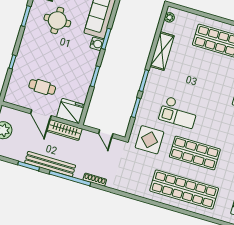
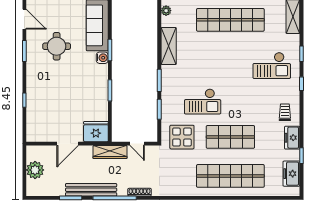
cafe table: (42, 87) -> (61, 116), removed
door: (41, 115) -> (68, 144), hinge flipped
wardrobe: (65, 130) -> (110, 152), moved

